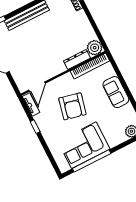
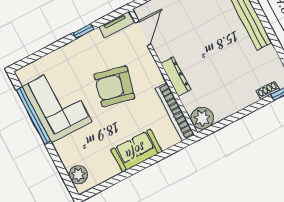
dresser: (77, 59) -> (176, 76), moved
door: (37, 87) -> (143, 33), swing flipped

